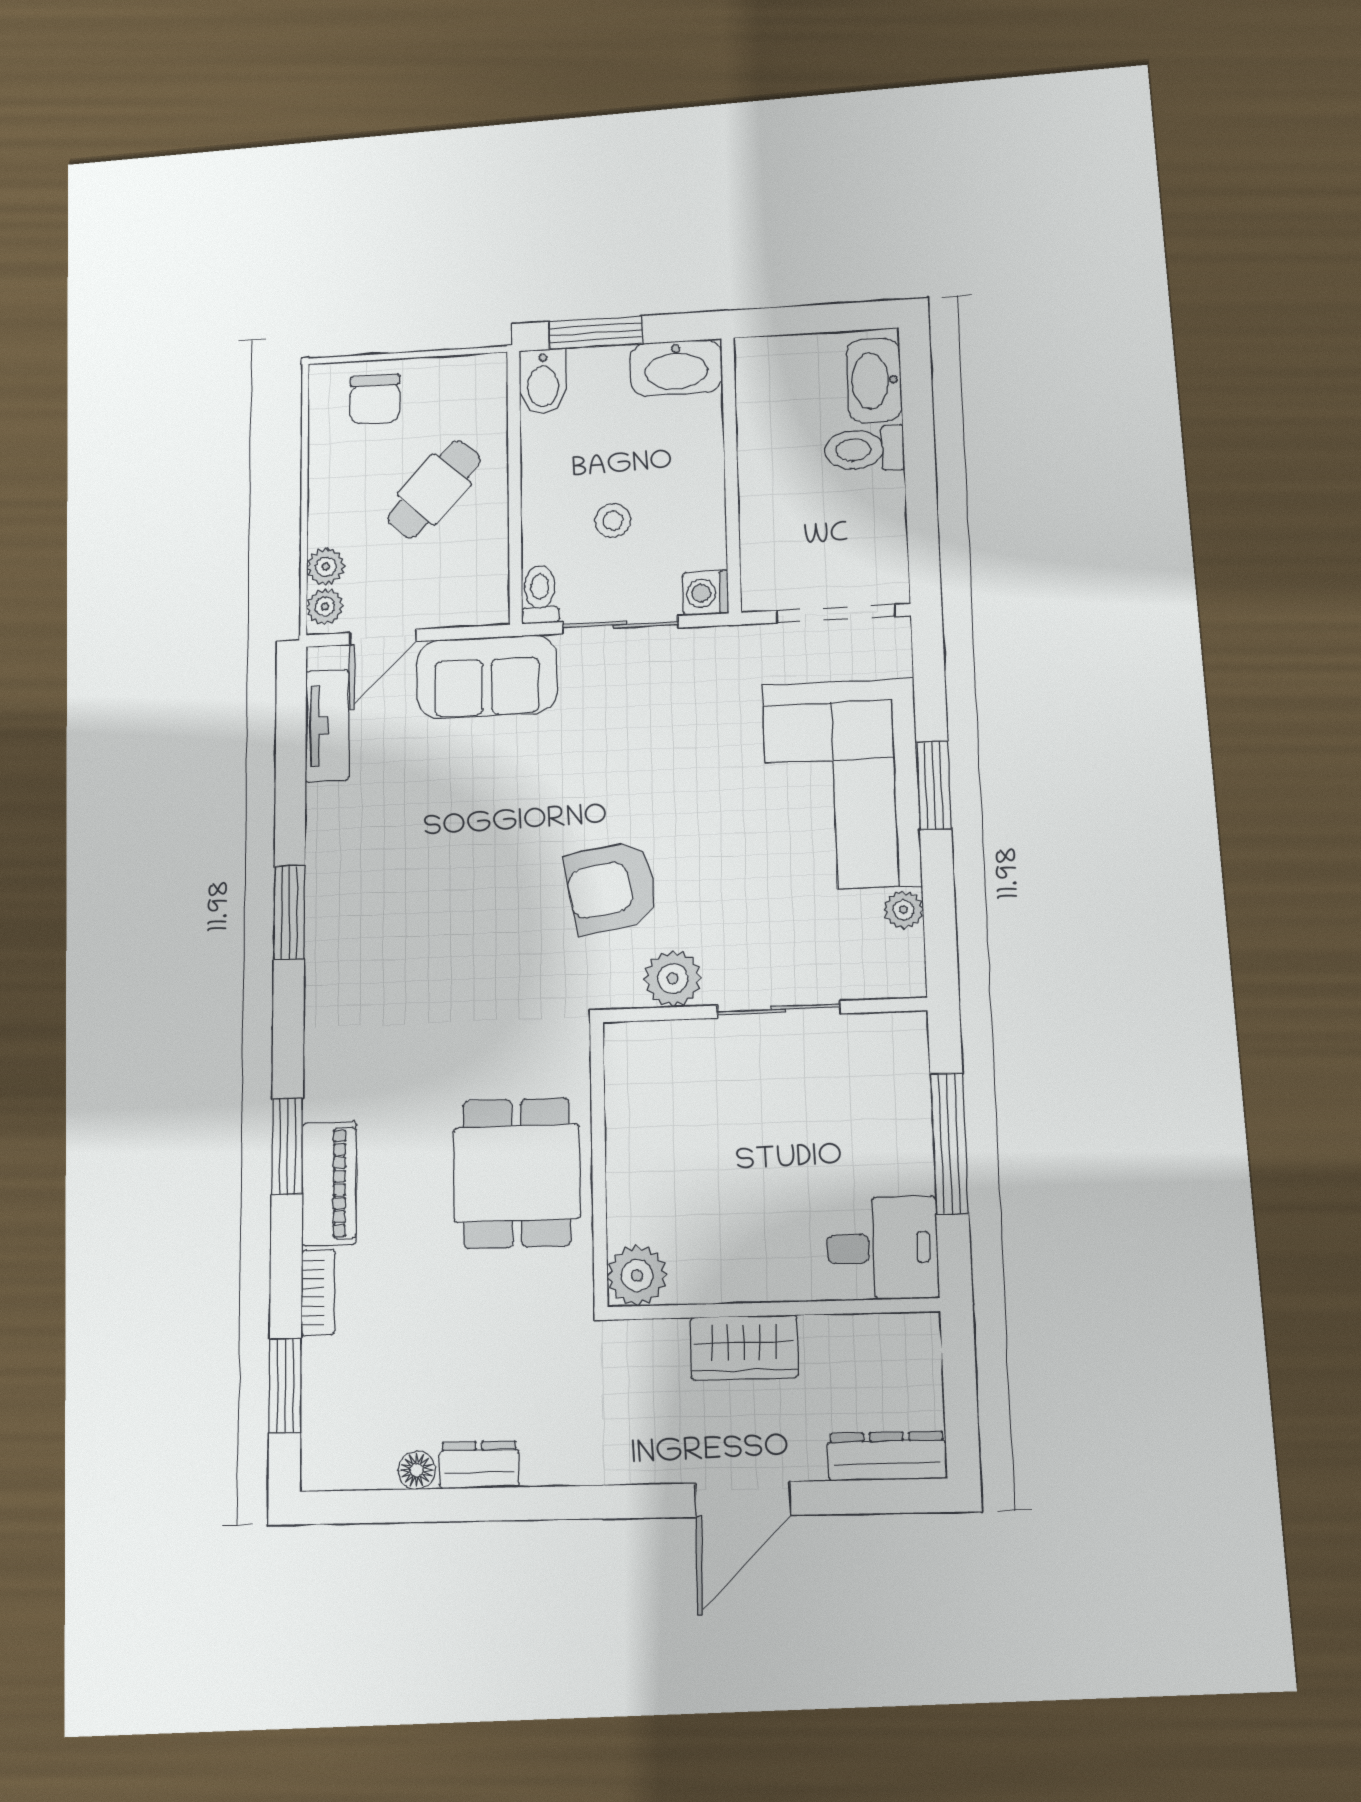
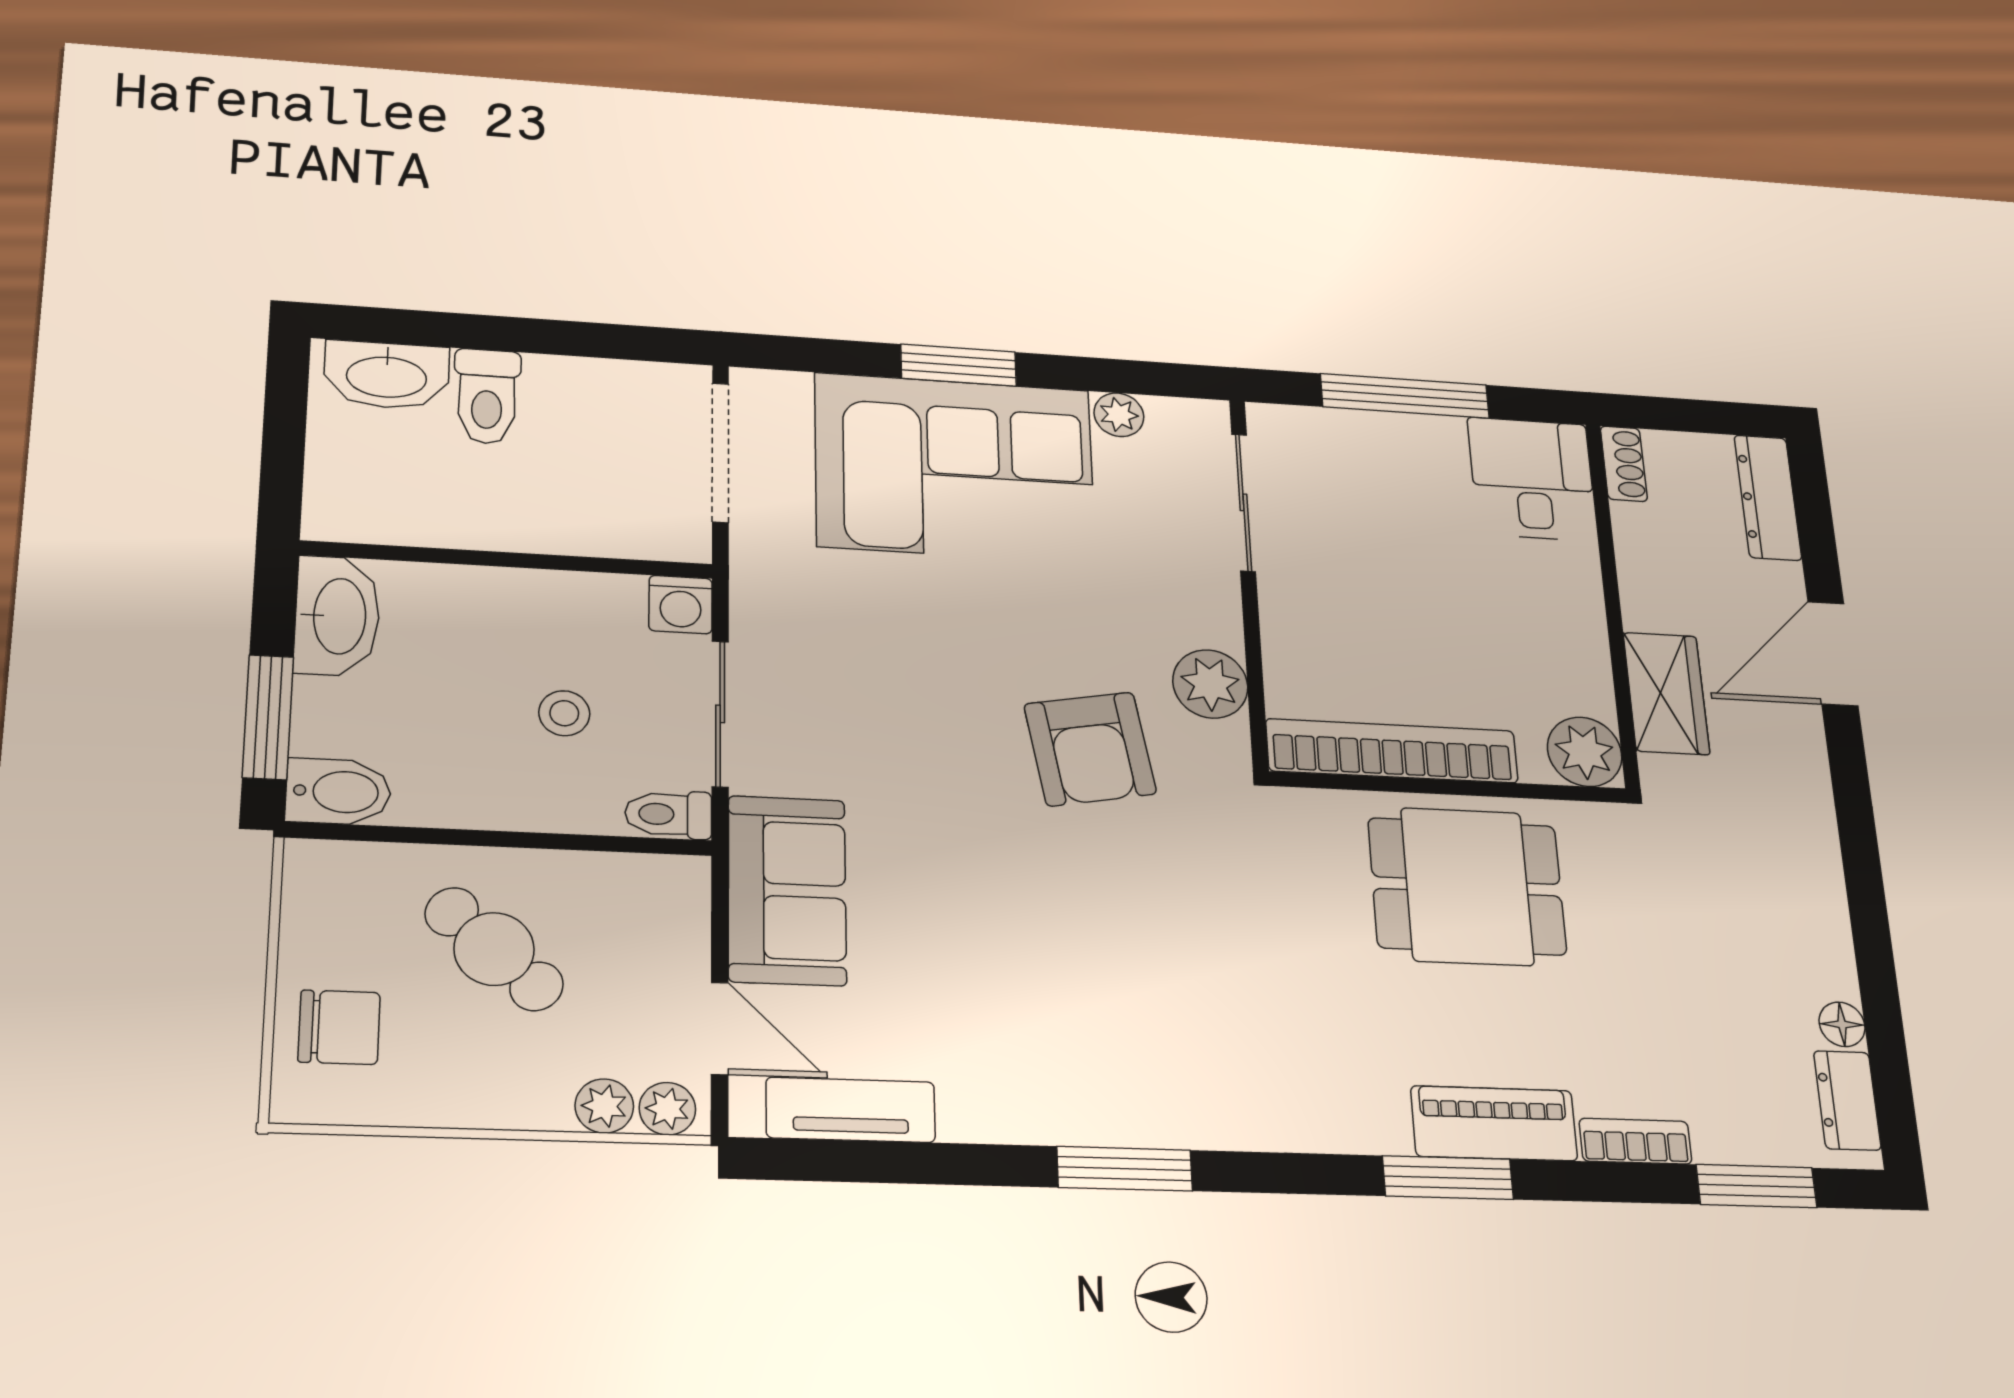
sliding door: (778, 1009) -> (1244, 502), moved
bookcase: (627, 1119) -> (1392, 751), added
shoe rack: (906, 1329) -> (1624, 464), added
wardrobe: (744, 1347) -> (1666, 693), moved
dresser: (479, 1465) -> (1847, 1100), moved
door: (743, 1499) -> (1833, 654), swing flipped

